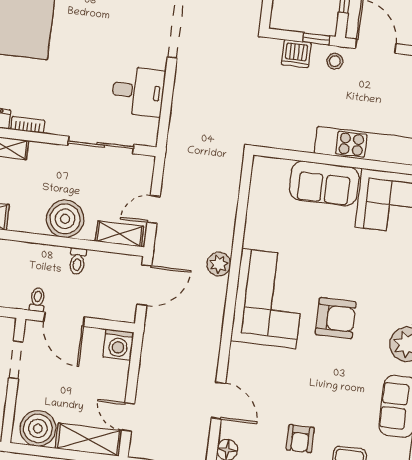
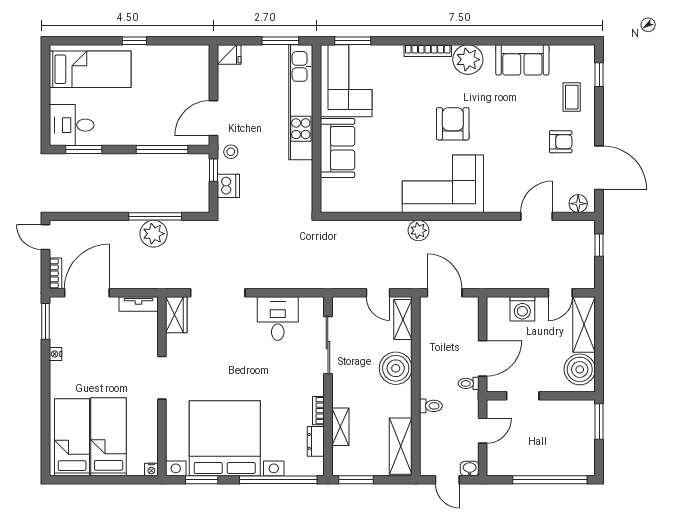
toilet: (77, 261) -> (431, 406), moved
washing machine: (118, 345) -> (522, 309), moved, turned 90

